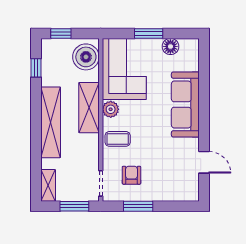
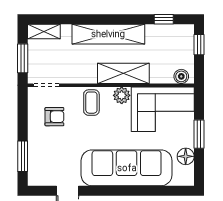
boiler: (86, 57) -> (181, 76), width x0.54, depth x0.54
sofa: (185, 104) -> (127, 168), width x1.36, depth x1.27
window: (138, 206) -> (23, 156), moved

